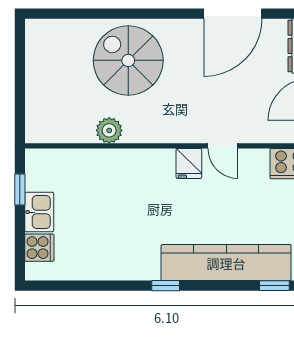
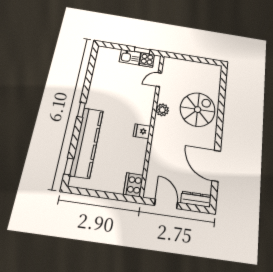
plant: (109, 130) -> (162, 110), moved
door: (223, 146) -> (159, 80), moved
cooker: (39, 248) -> (147, 60), moved

